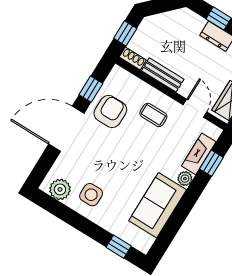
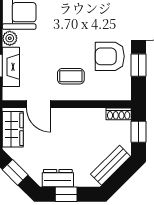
bench: (163, 75) -> (111, 165), moved, turned -45
armchair: (110, 111) -> (110, 56), turned 90

